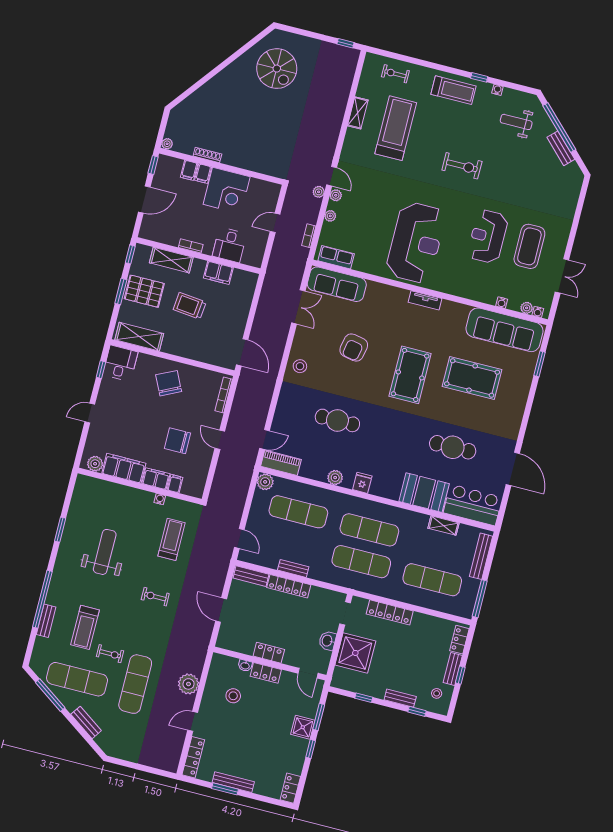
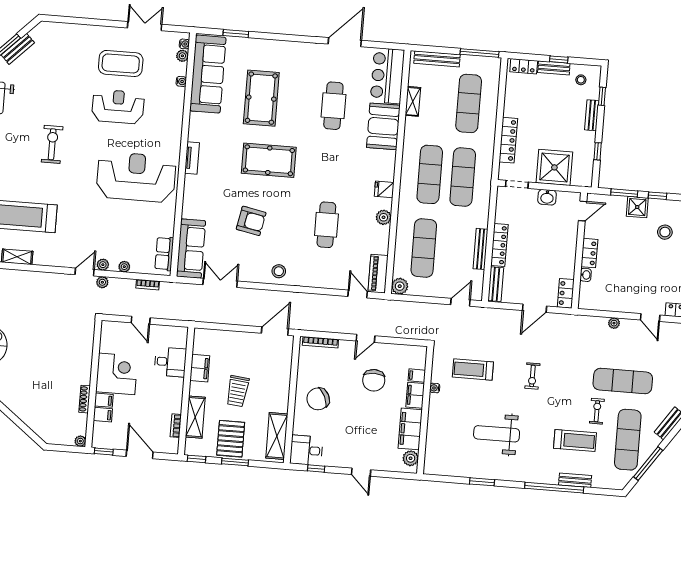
reception desk: (488, 237) -> (118, 107), turned 180
bookcase: (191, 246) -> (176, 426), moved
bench: (293, 568) -> (481, 249), width x1.36
locker: (269, 653) -> (566, 293), moved
plant: (189, 684) -> (614, 323), width x0.53, depth x0.53
stool: (233, 696) -> (665, 232), moved

